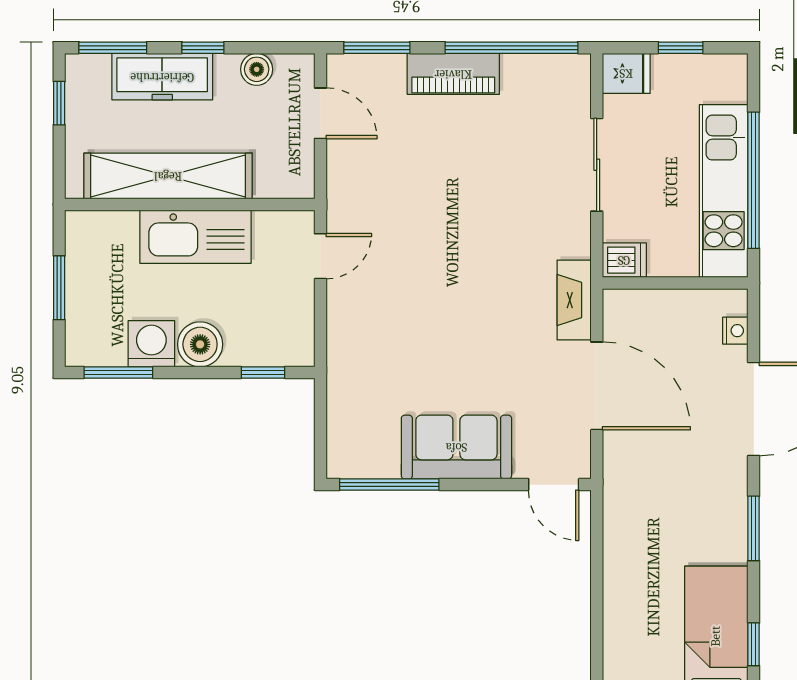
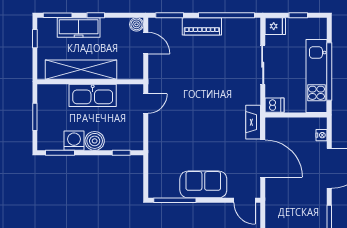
boiler: (257, 69) -> (136, 24), moved

